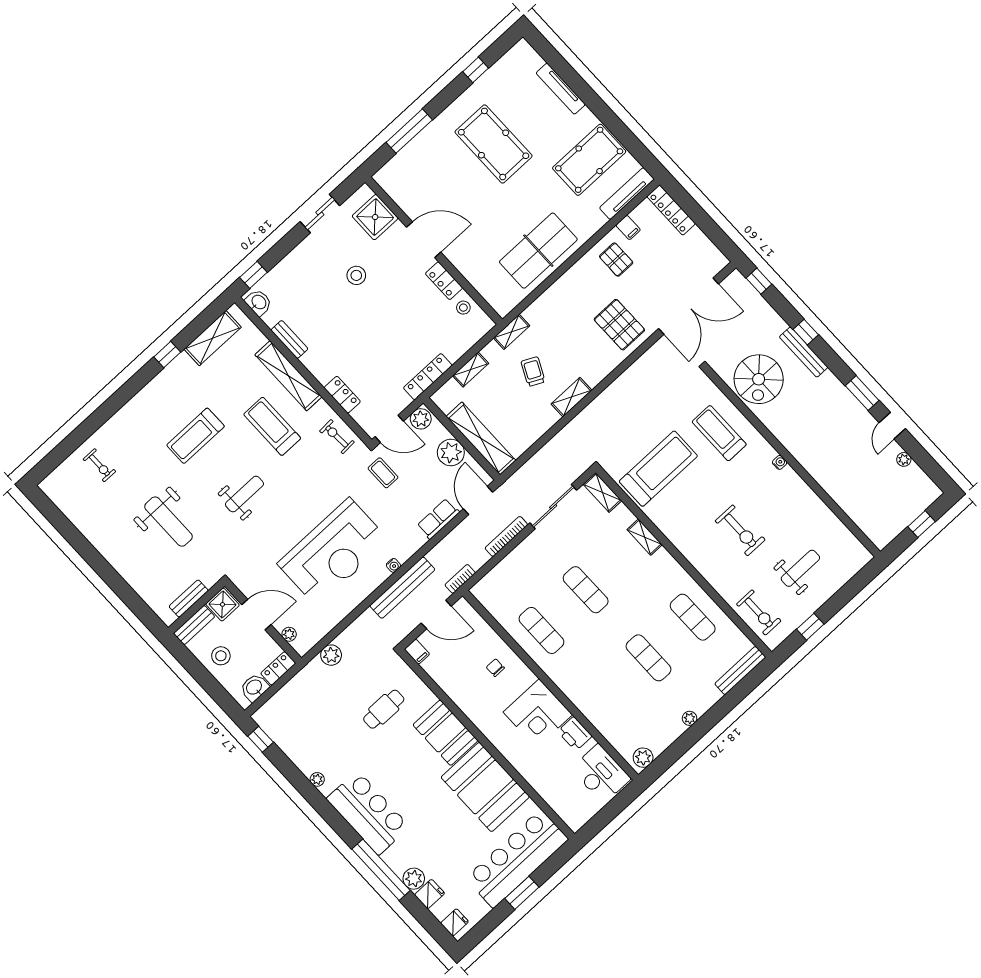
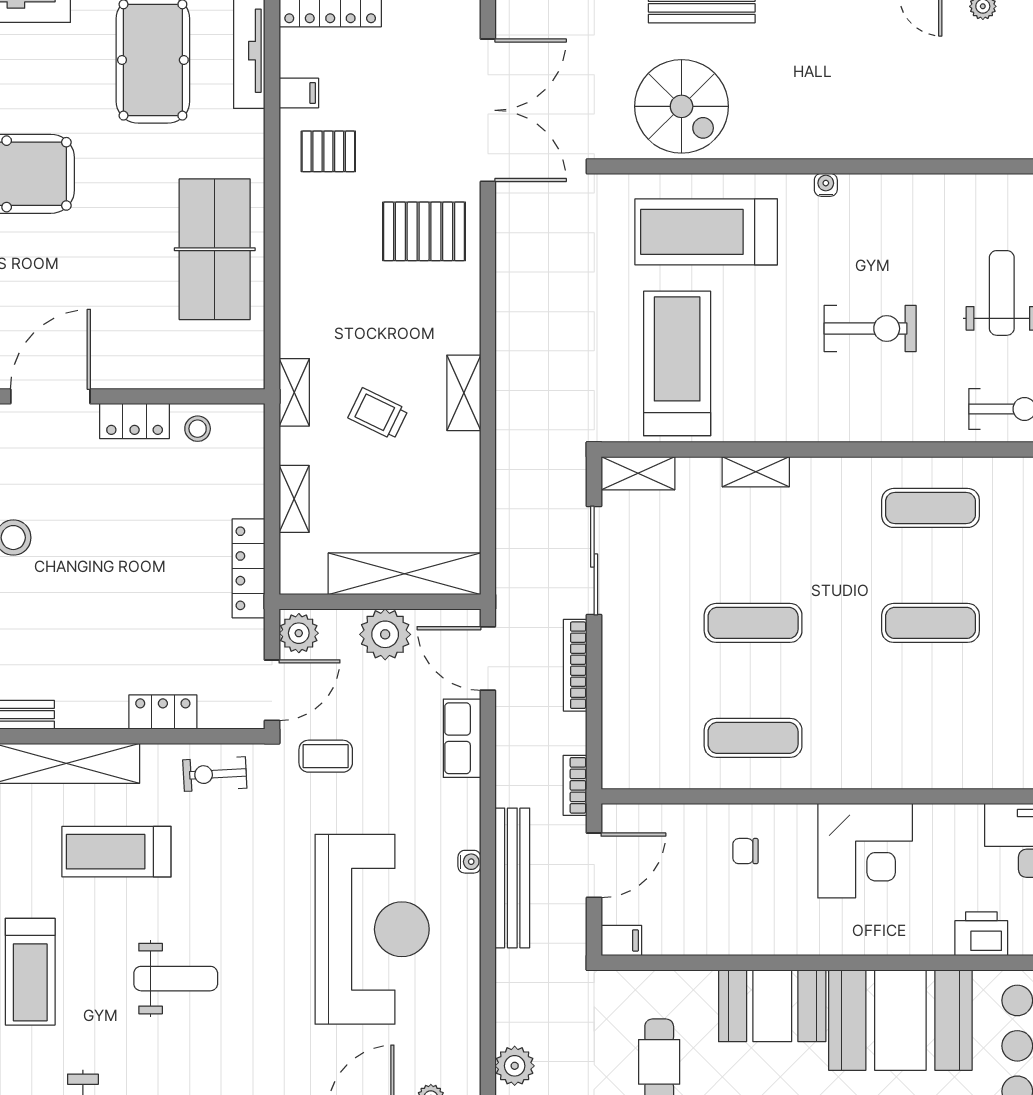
treadmill: (719, 433) -> (706, 232), width x1.37, depth x1.37
weight bench: (244, 494) -> (176, 979), turned 90
printer: (575, 734) -> (981, 934), moved, turned 180

